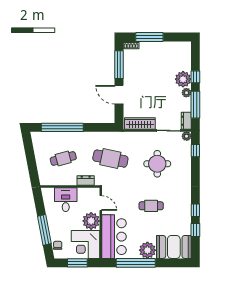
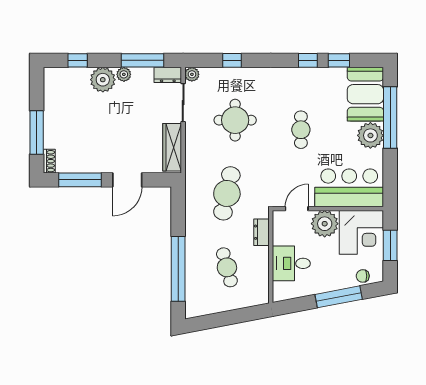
window: (195, 77) -> (78, 60), moved
window: (195, 151) -> (232, 60), moved
window: (136, 263) -> (390, 118), moved

